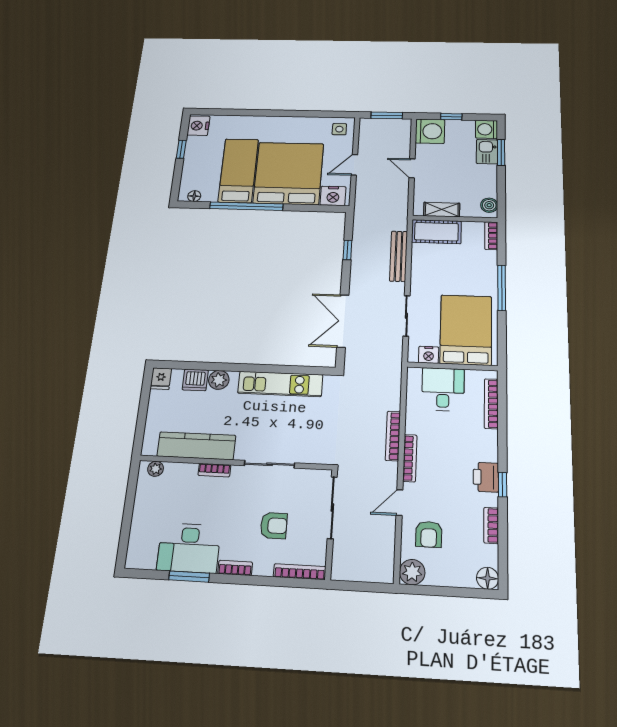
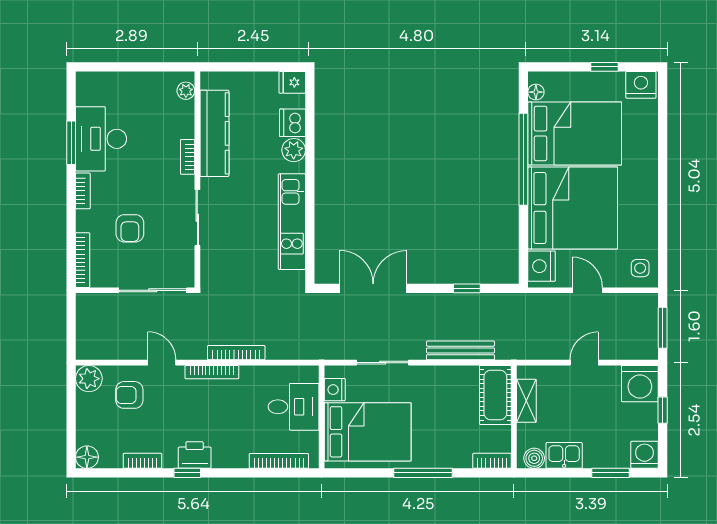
kitchen sink: (487, 152) -> (564, 455), moved
bed: (238, 171) -> (575, 133), width x1.50

